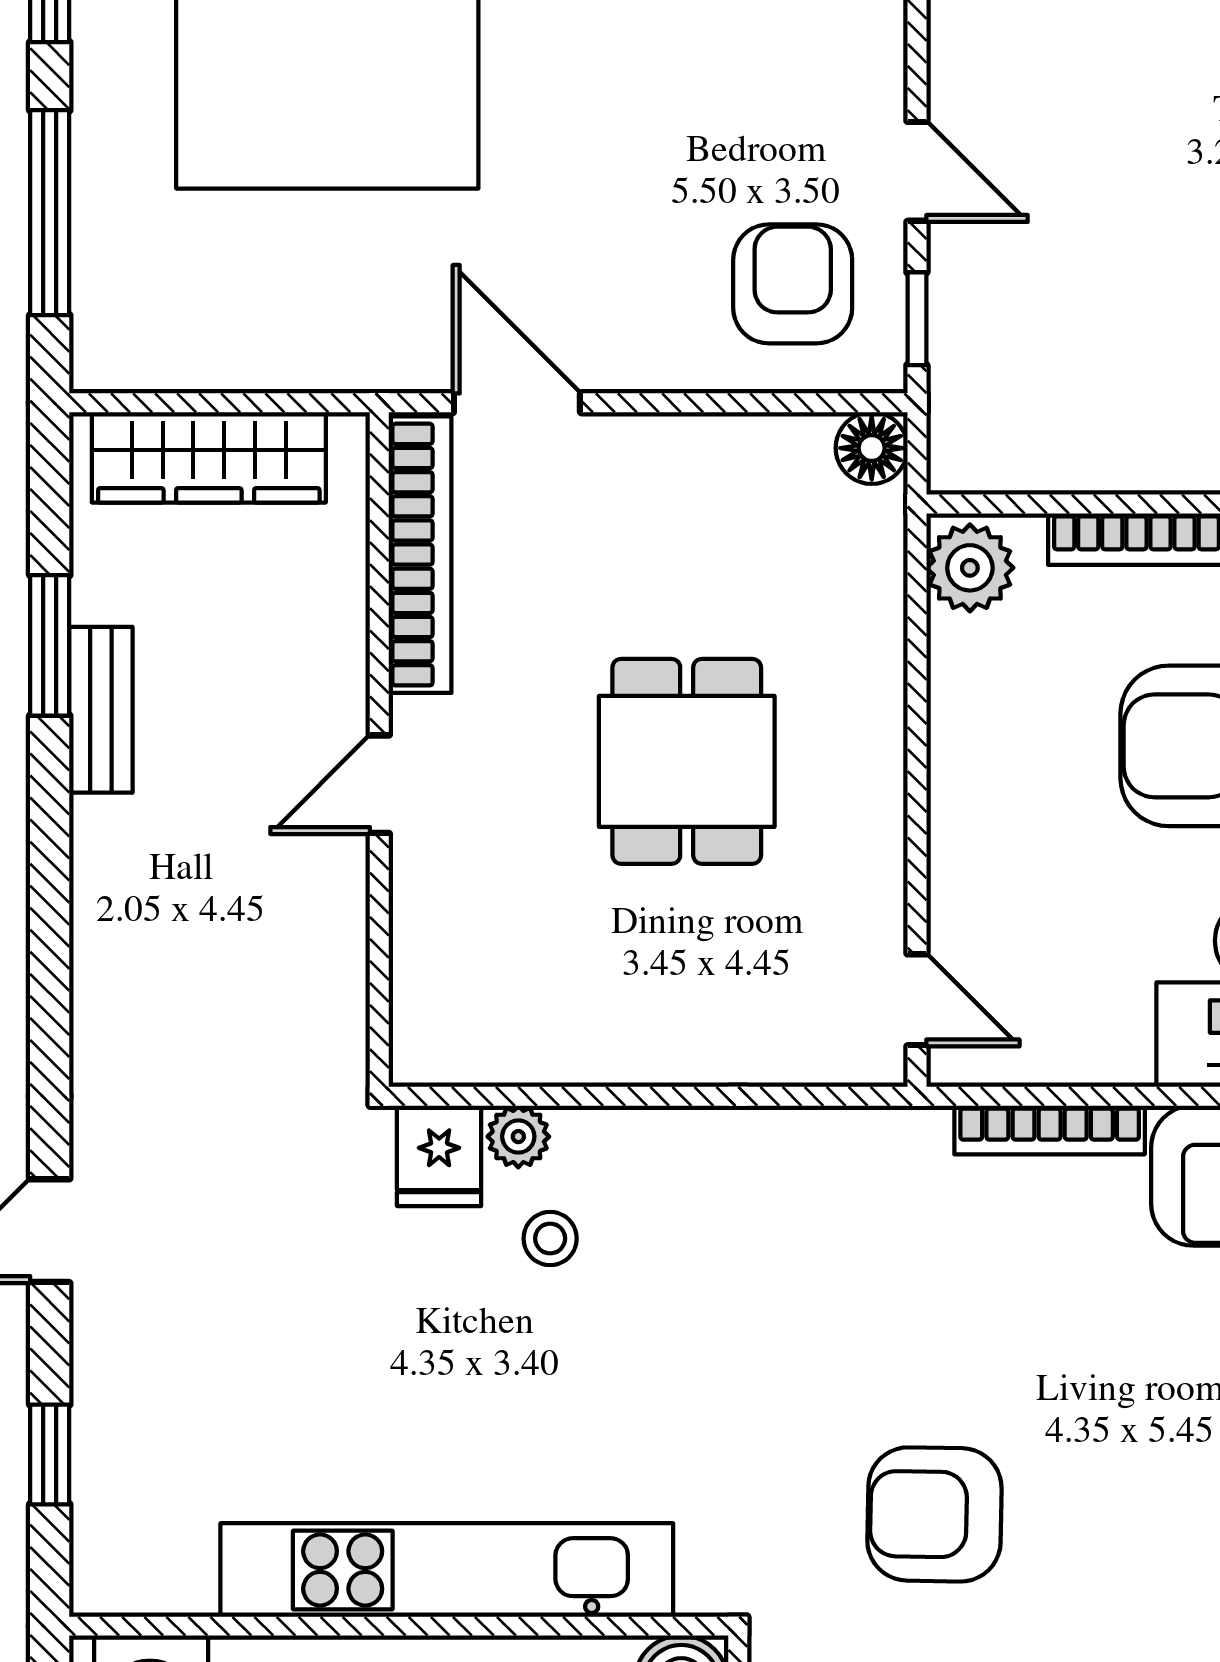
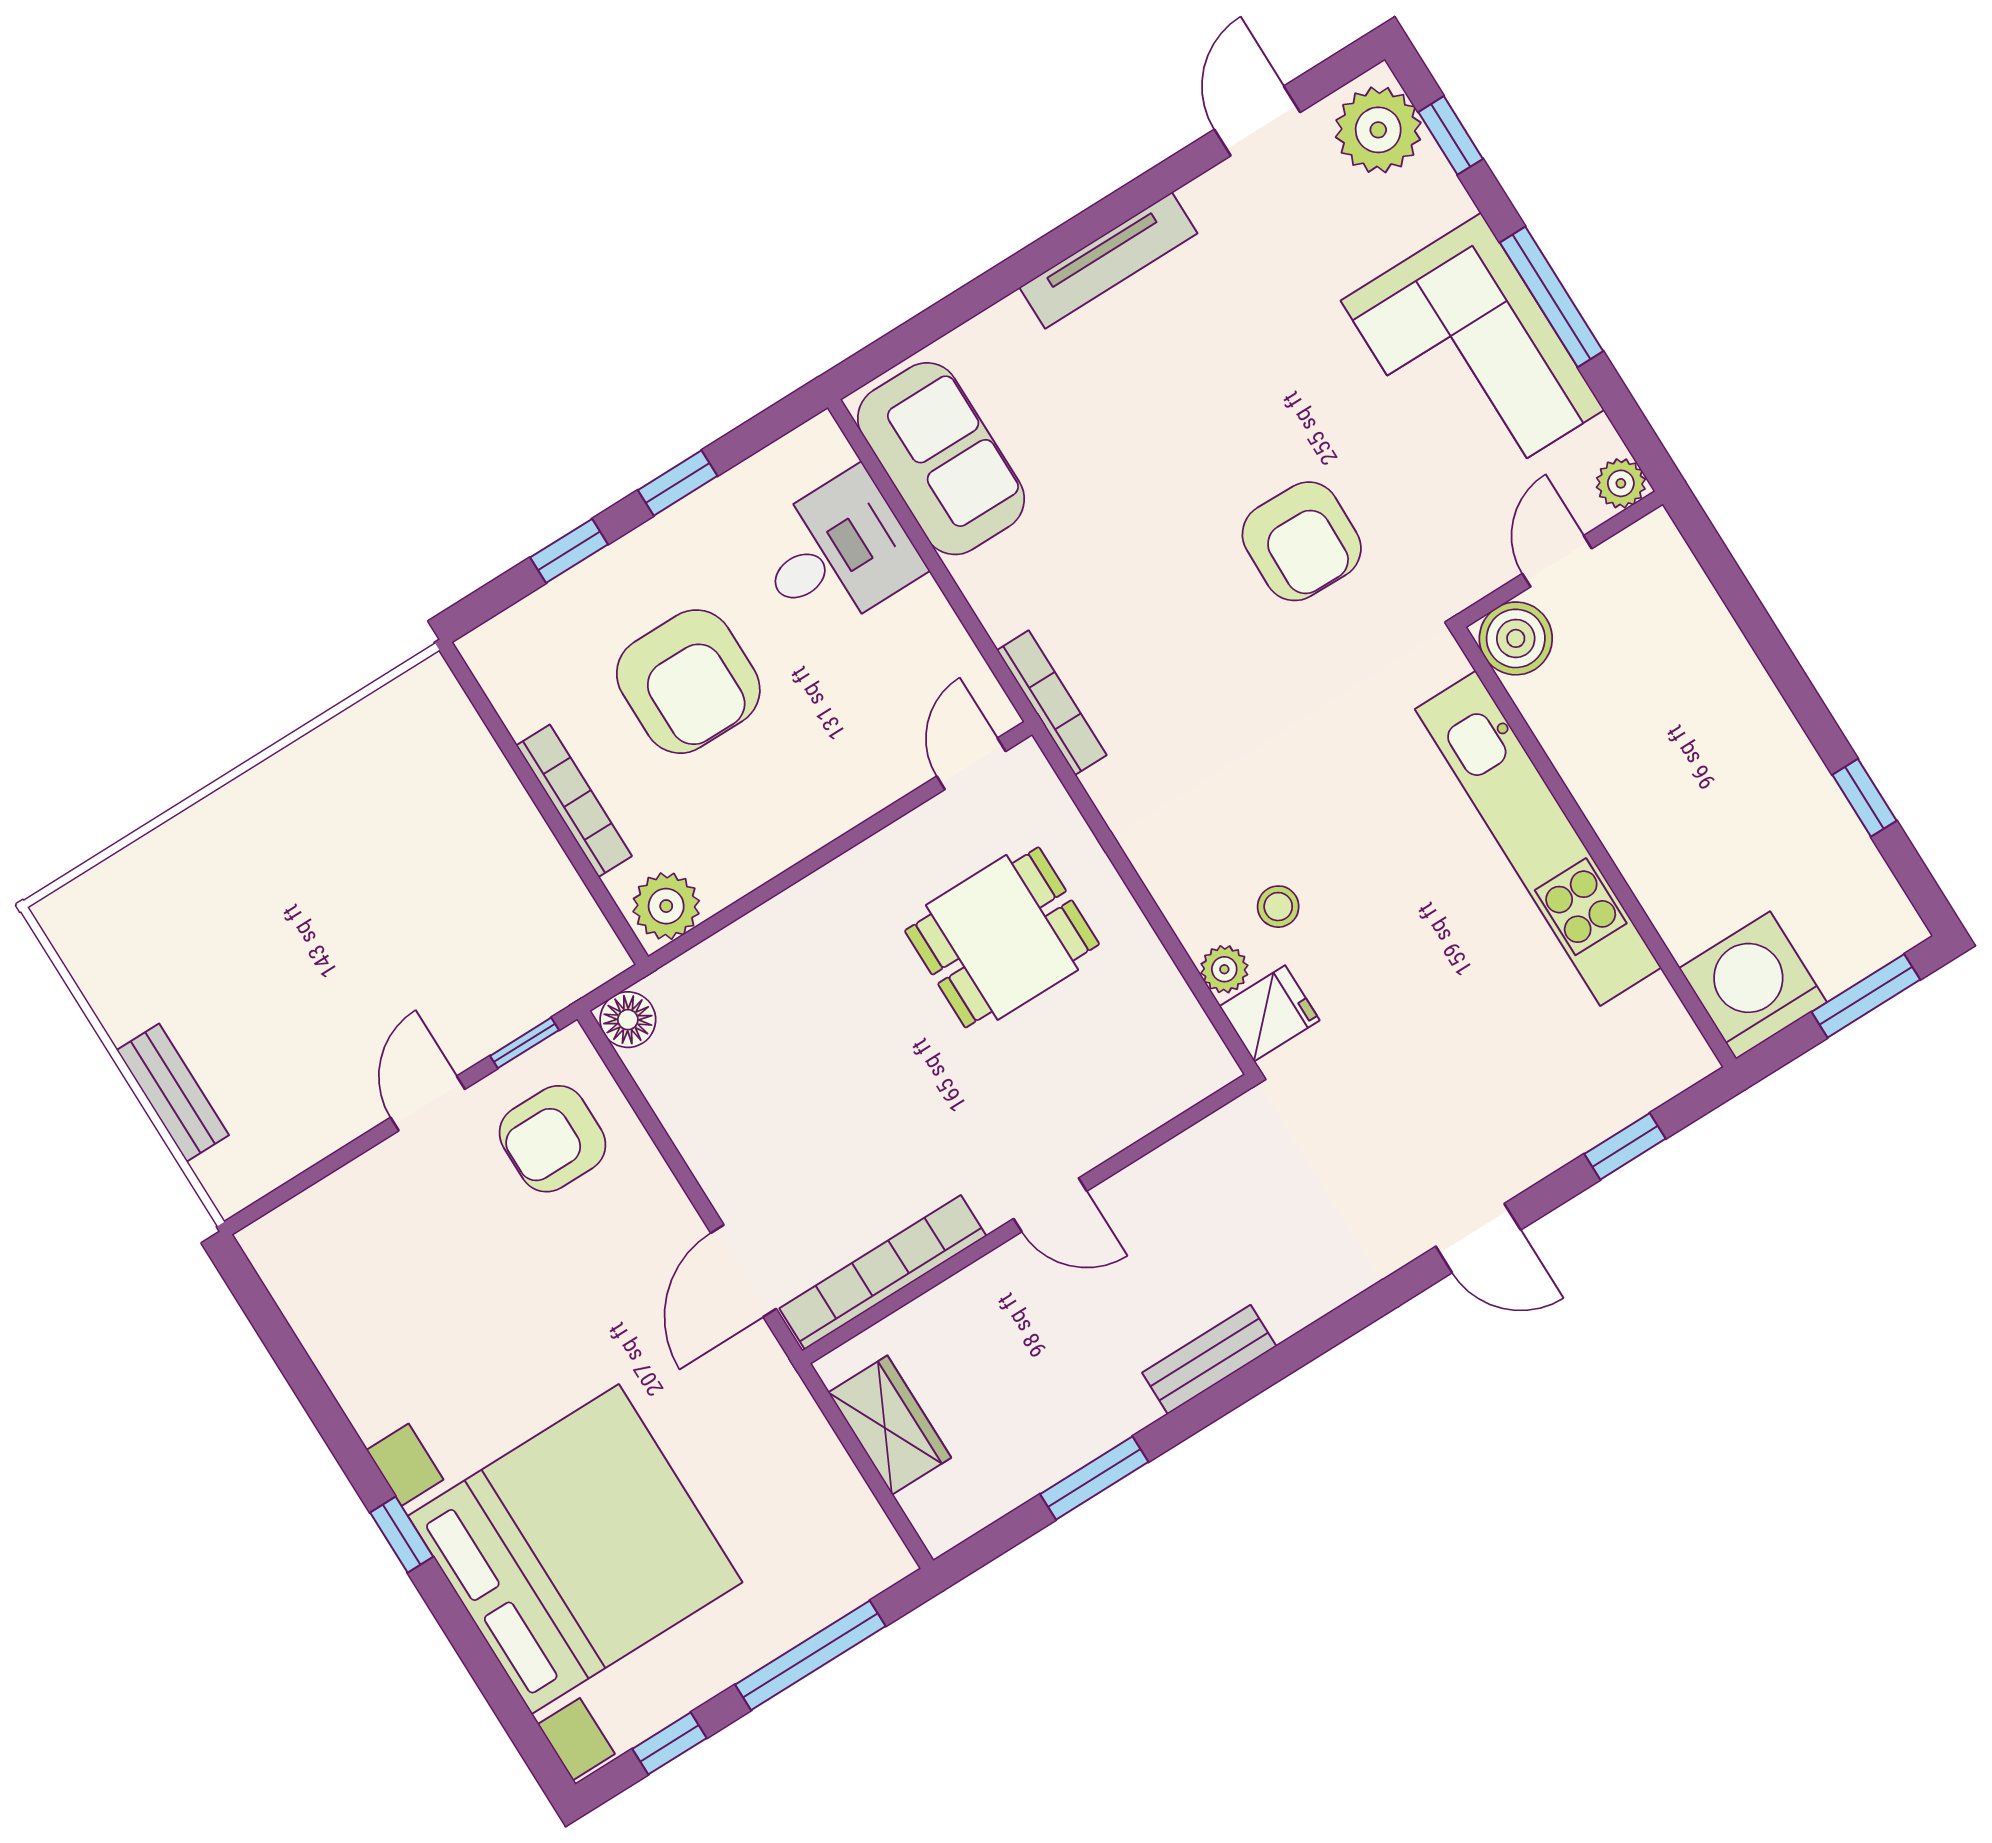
wardrobe: (209, 457) -> (890, 1425), width x0.67
bench: (101, 710) -> (1209, 1359), moved
dining table: (687, 761) -> (1002, 937), moved
bookcase: (1050, 1130) -> (1052, 703), moved

